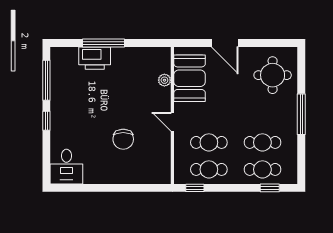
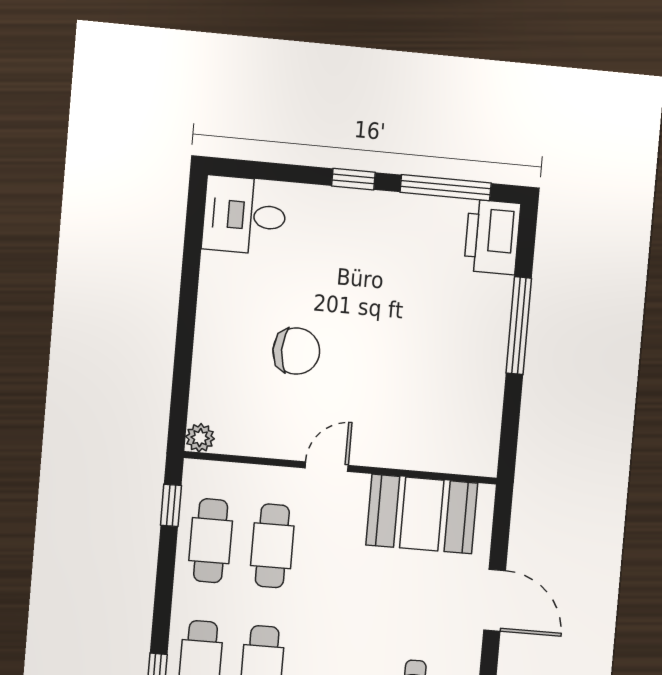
door: (225, 43) -> (495, 600), swing flipped
printer: (95, 58) -> (492, 237), moved
plant: (164, 80) -> (200, 438), moved
chair: (123, 139) -> (296, 351), turned 180

